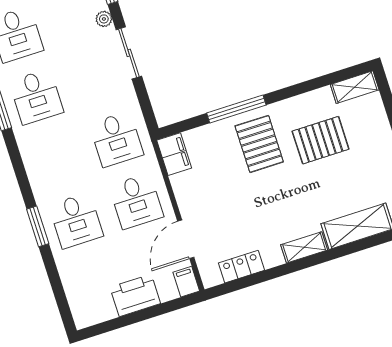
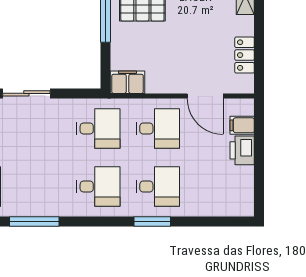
desk: (36, 97) -> (98, 187), moved
filing cabinet: (186, 282) -> (242, 125), moved
printer: (135, 295) -> (242, 150), width x0.73, depth x0.84

